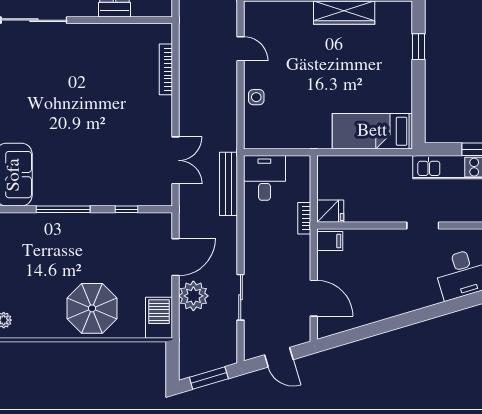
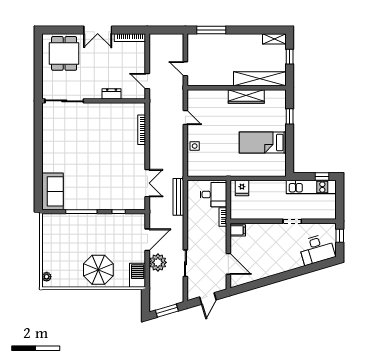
bed: (372, 131) -> (263, 142), moved
desk: (264, 178) -> (213, 195), moved, turned 90
fridge: (330, 211) -> (242, 188), moved, turned 90
door: (279, 357) -> (208, 298), hinge flipped

